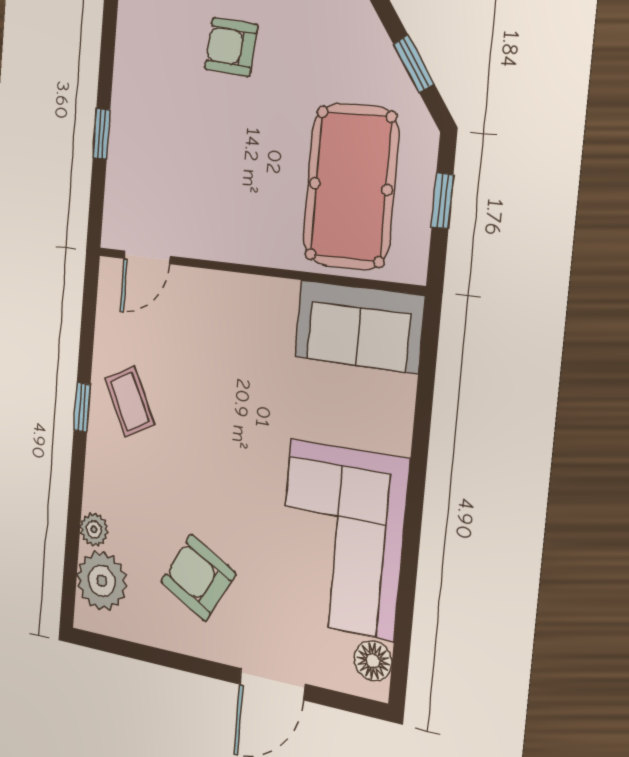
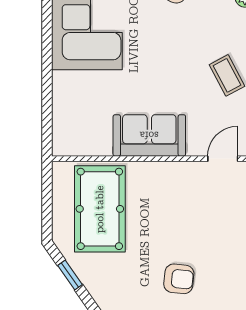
window: (442, 201) -> (47, 206), removed
sofa: (359, 327) -> (149, 135), moved

